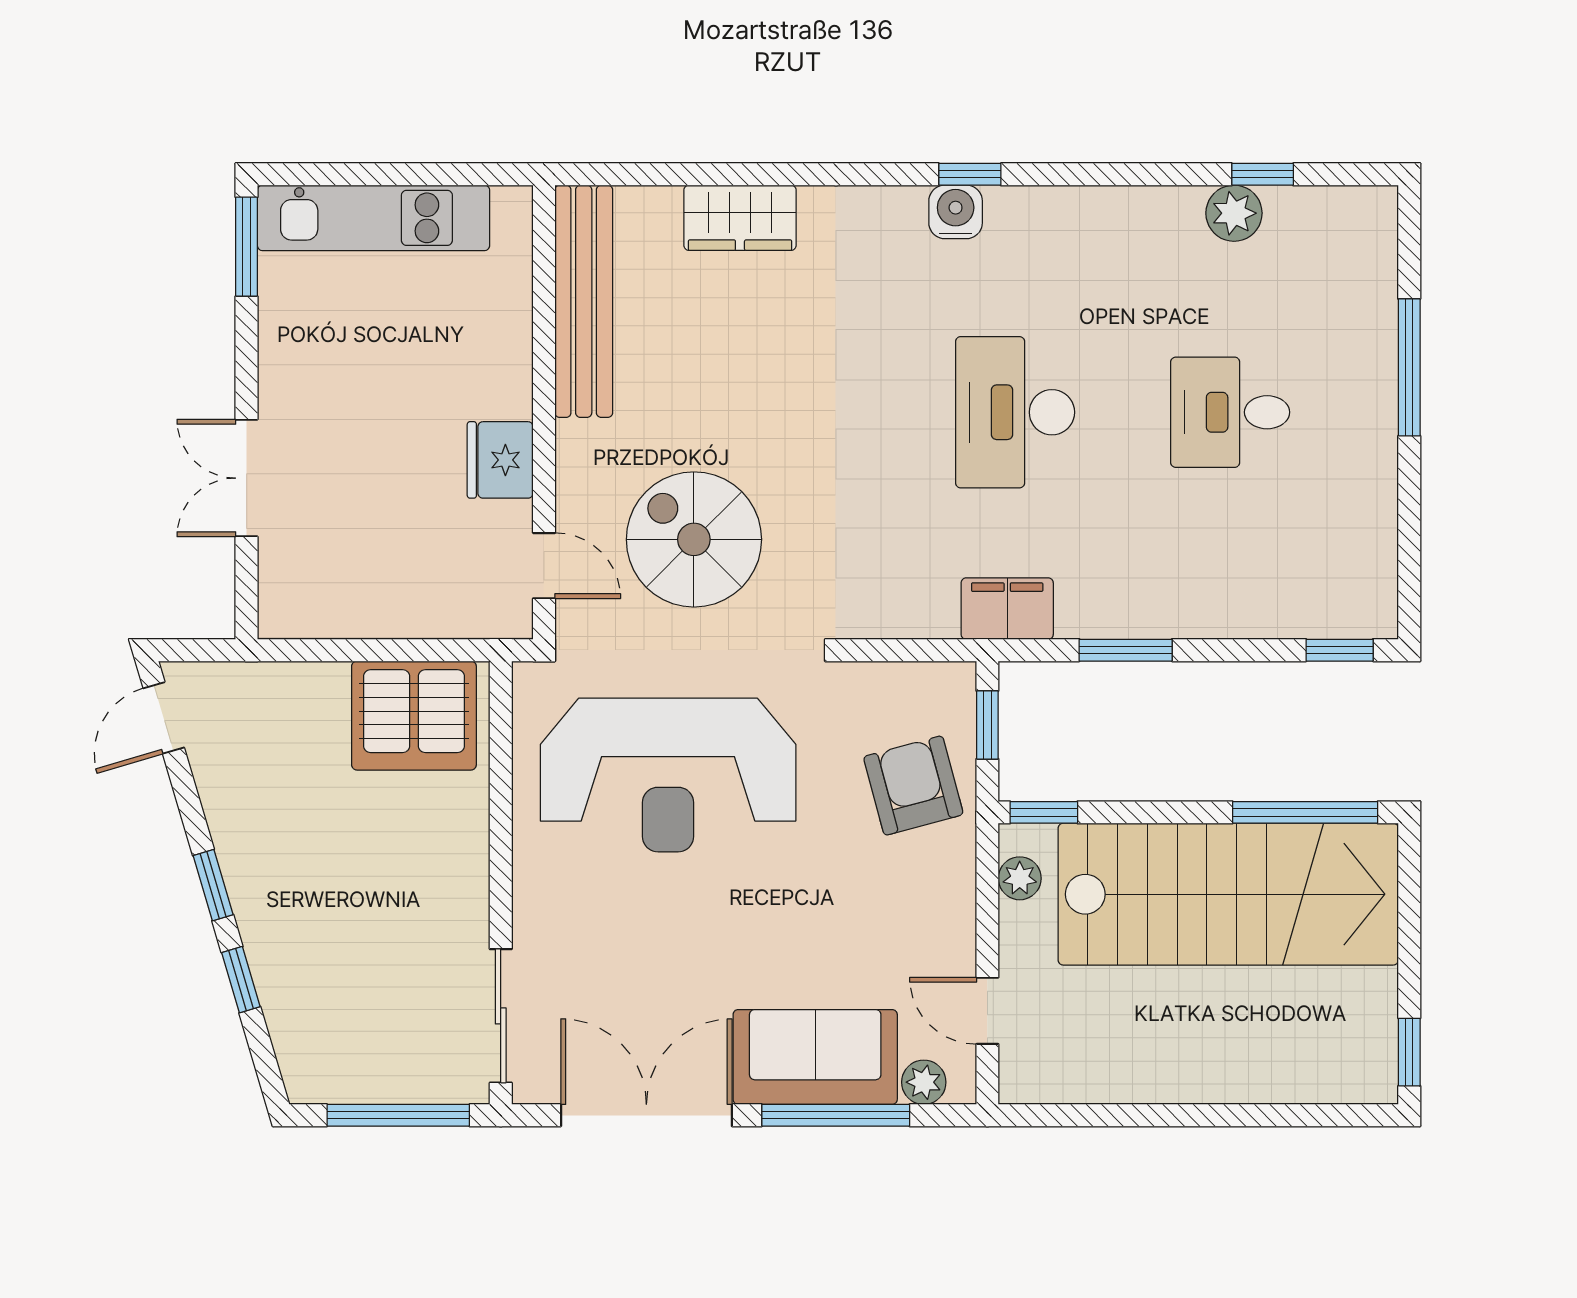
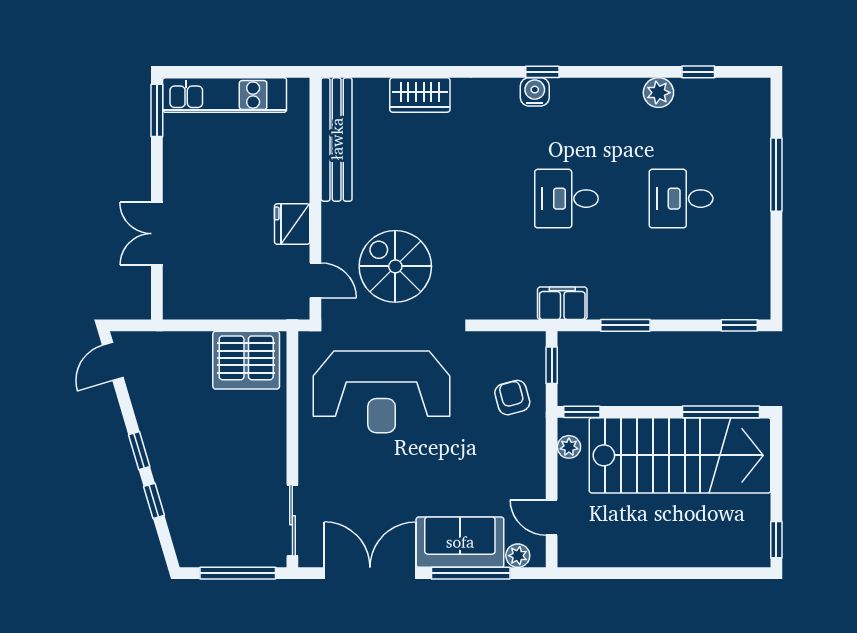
plant: (1234, 213) -> (658, 93), moved
desk: (1015, 412) -> (566, 199), width x0.73
armchair: (913, 786) -> (512, 398), width x0.72, depth x0.72

